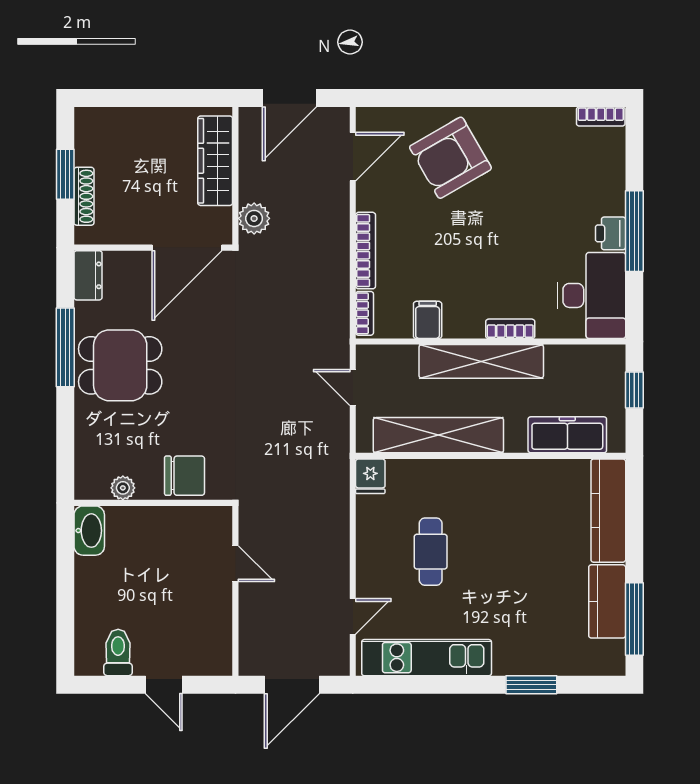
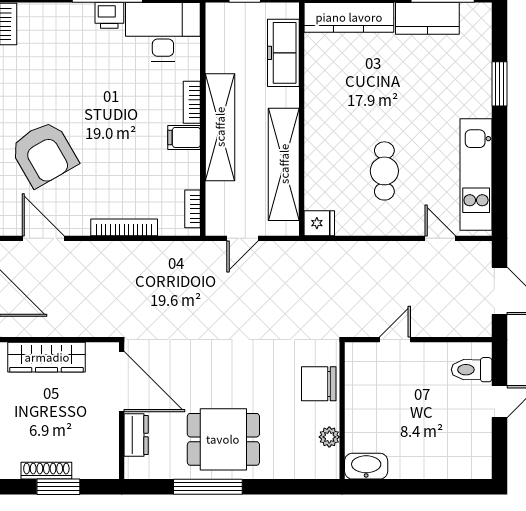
shoe rack: (84, 196) -> (46, 471), moved
plant: (254, 218) -> (96, 324), removed
dresser: (88, 275) -> (136, 435), moved, turned 90
bookcase: (365, 313) -> (193, 209), moved, turned -90
filing cabinet: (428, 320) -> (184, 137), moved
dining table: (120, 365) -> (223, 439), turned 90
chair: (185, 476) -> (319, 384), turned -90
cafe table: (431, 552) -> (384, 171), turned 90
toilet: (118, 653) -> (472, 370), moved

